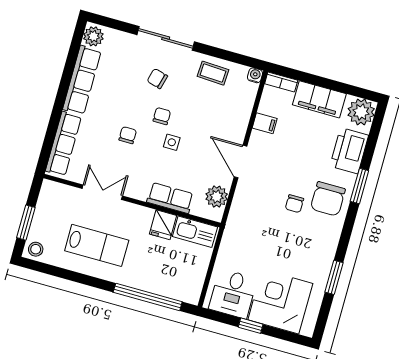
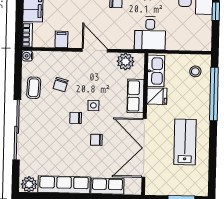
sliding door: (166, 38) -> (17, 130), width x1.36
chair: (157, 79) -> (61, 85), moved
row of seats: (63, 144) -> (107, 186), width x0.68
door: (240, 162) -> (95, 50), swing flipped
double door: (102, 192) -> (144, 148), width x1.87
stool: (36, 249) -> (195, 71), moved
desk: (233, 294) -> (150, 33), moved, turned 90

